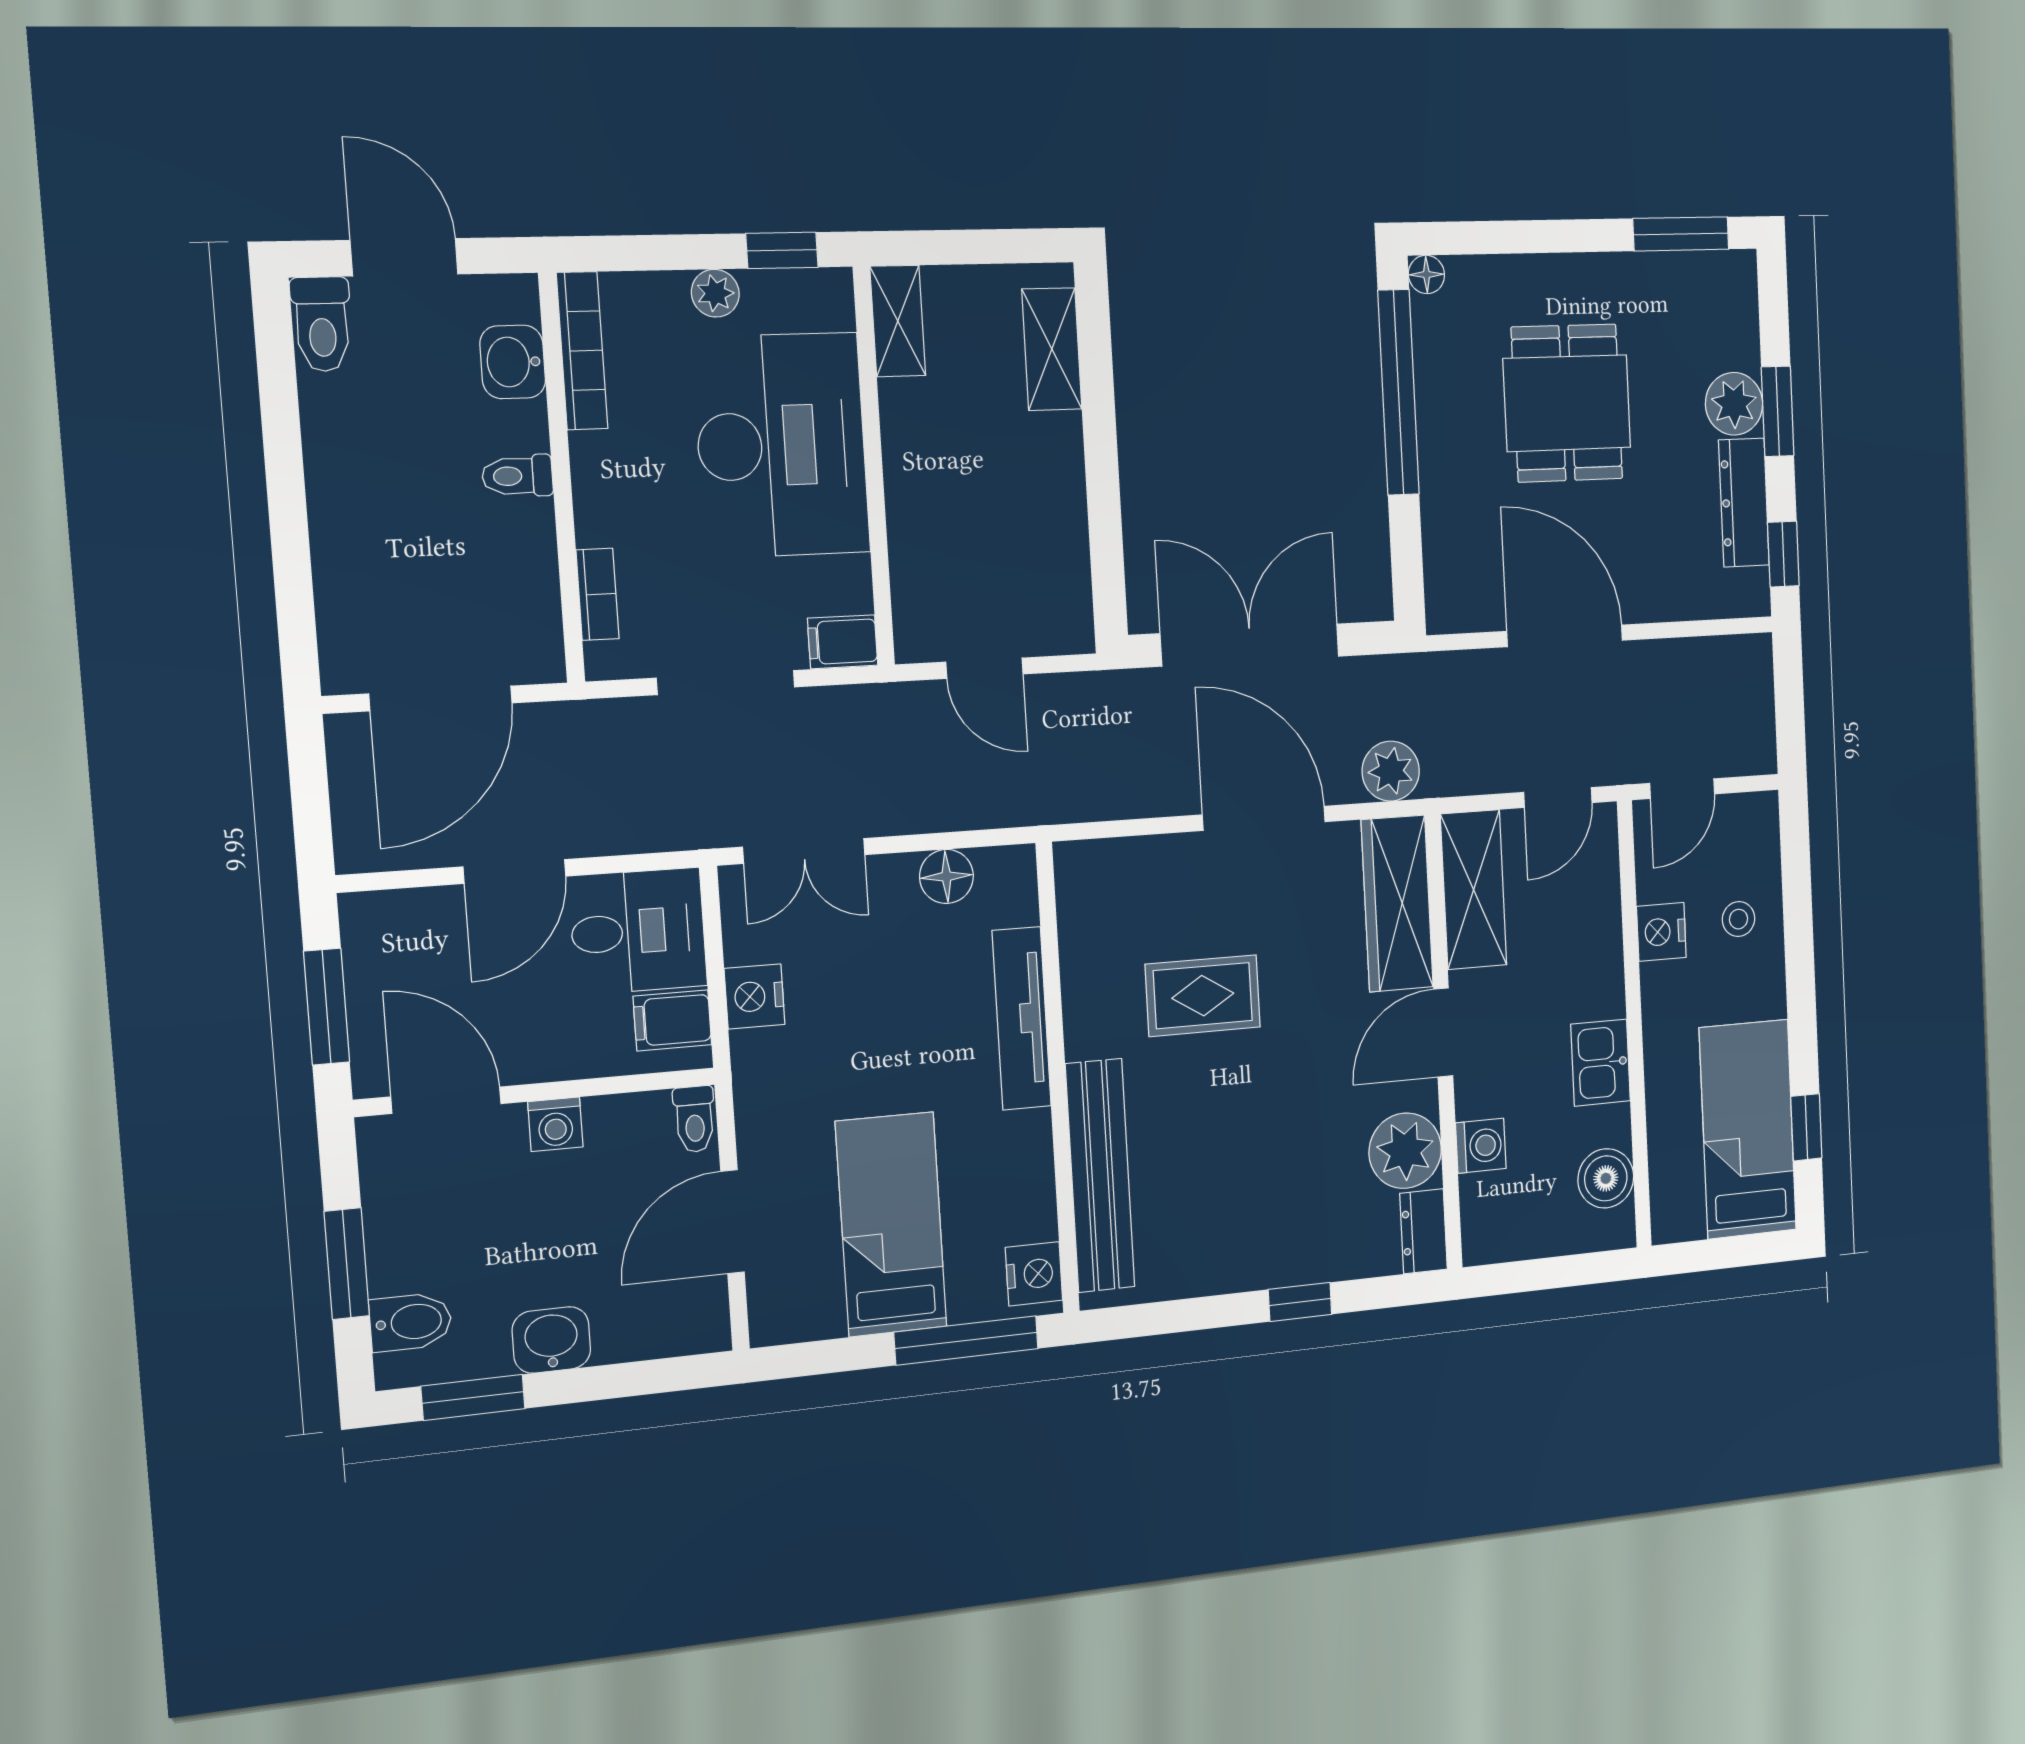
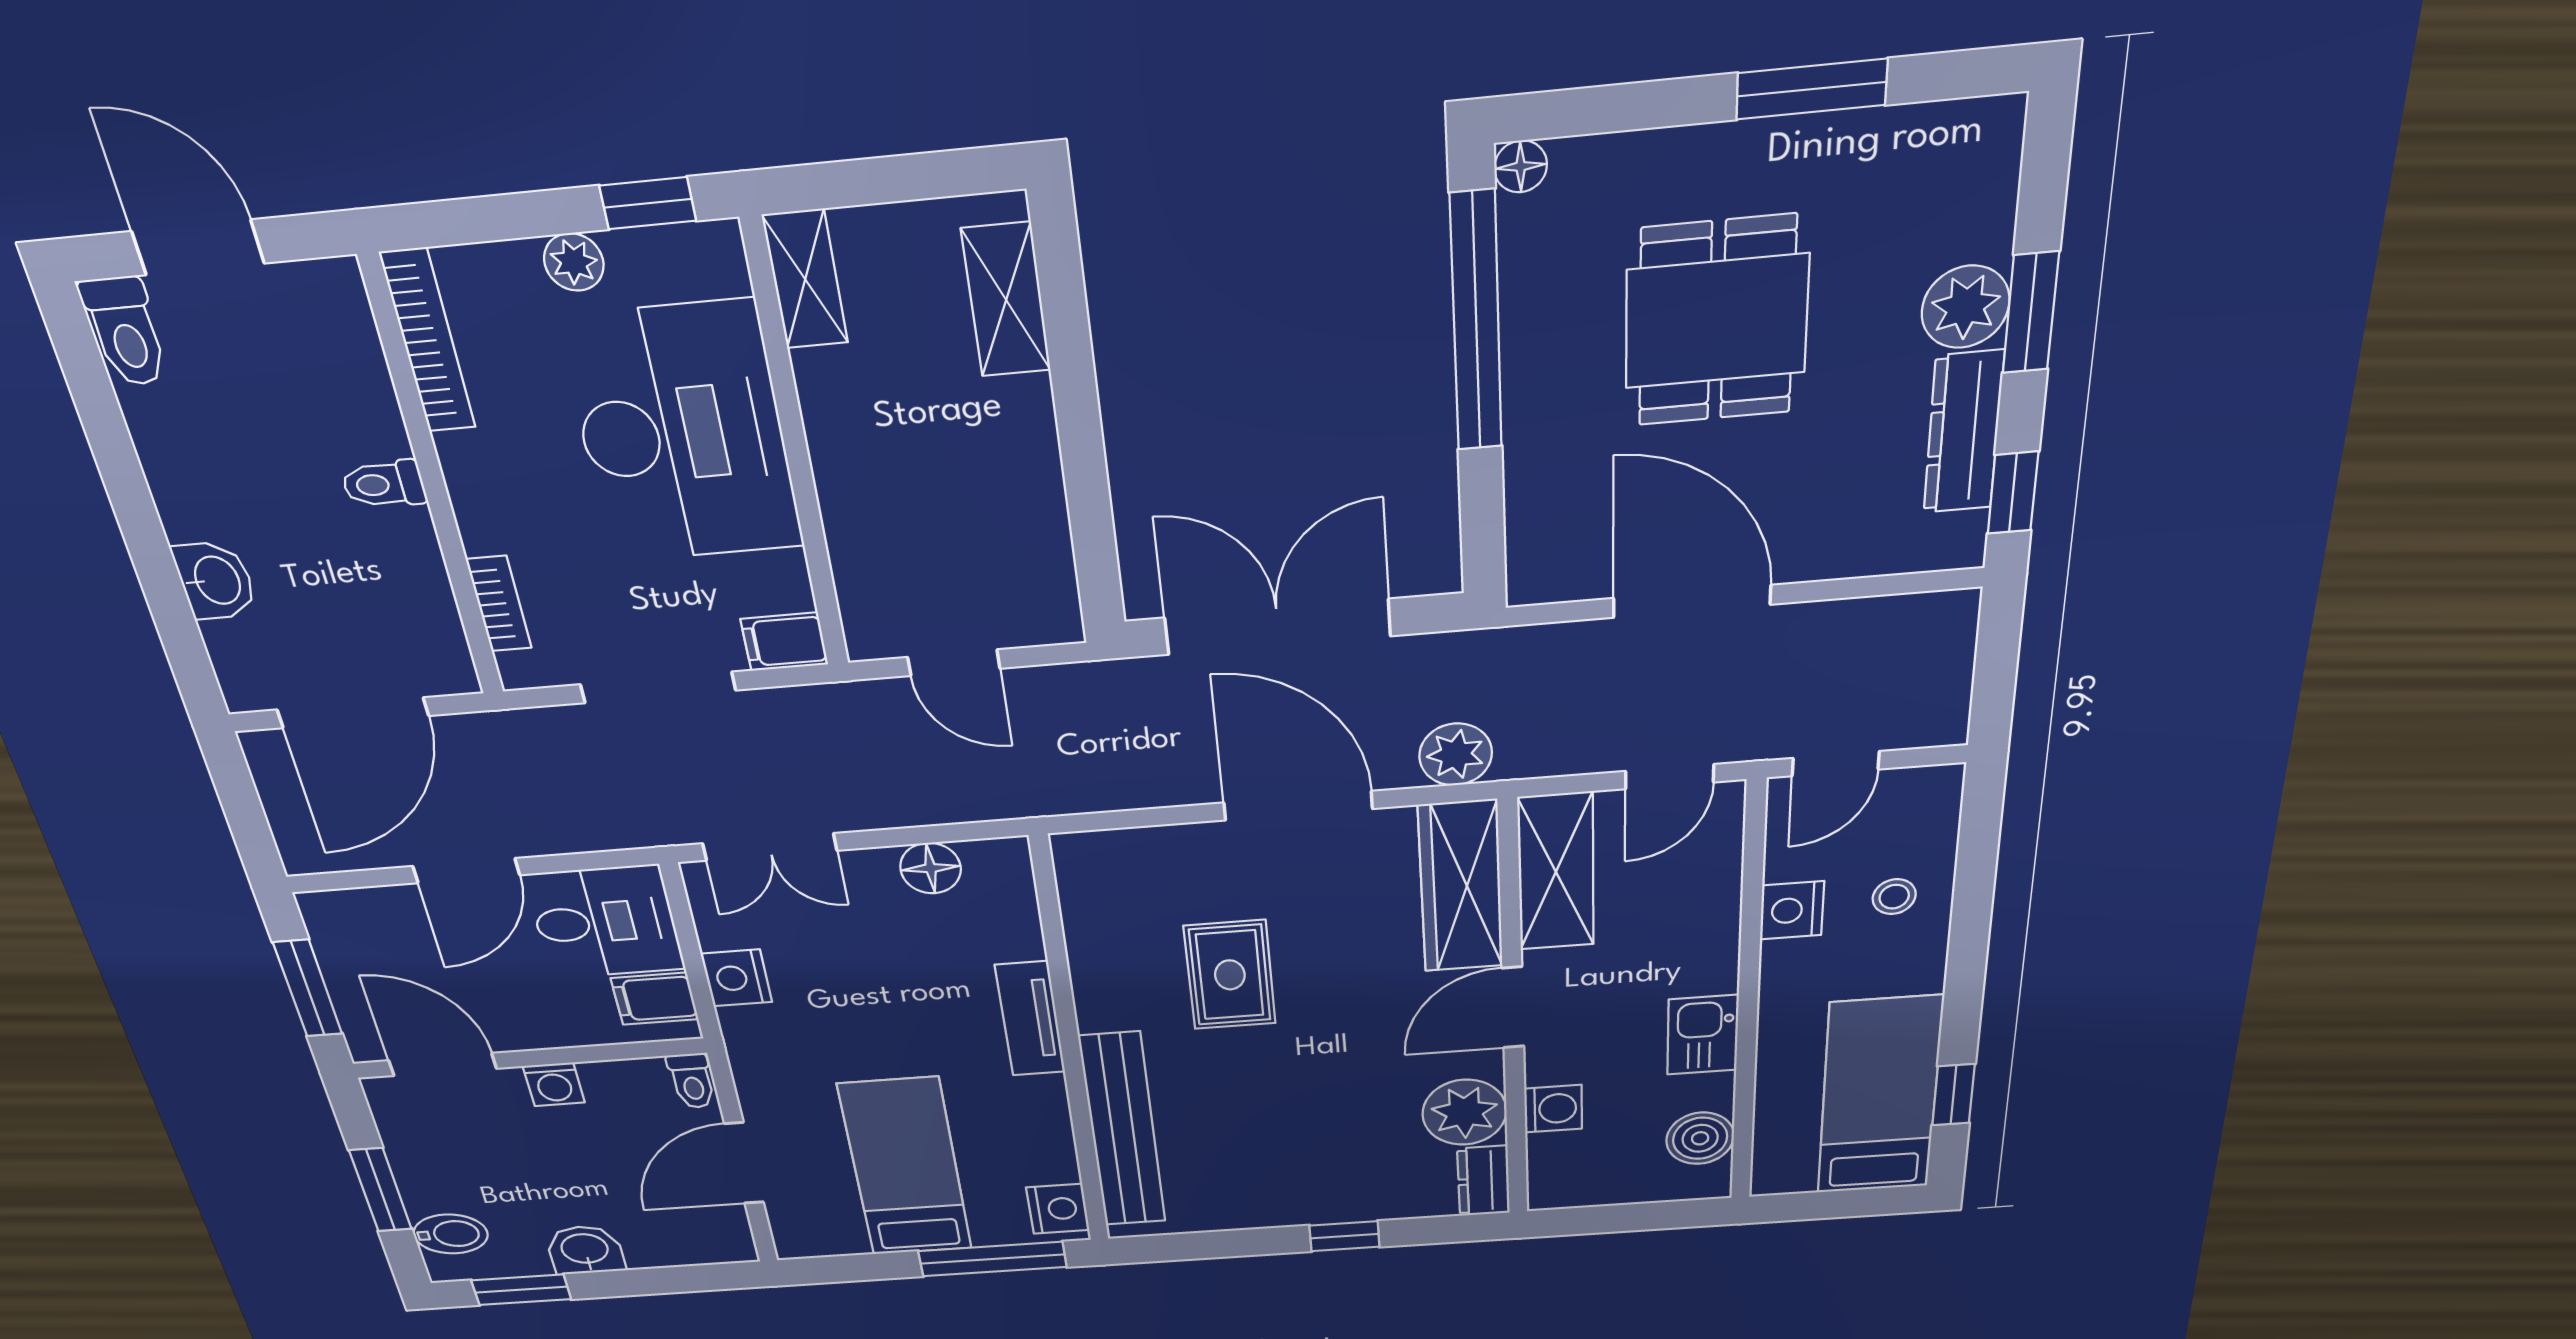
window: (1681, 234) -> (1812, 89), moved
washbasin: (513, 362) -> (215, 580), moved, turned 180
rug: (1203, 996) -> (1230, 975), turned 90
tv unit: (1022, 1018) -> (1030, 1019), width x0.71

